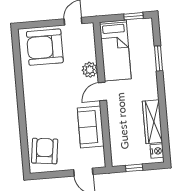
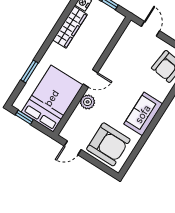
bed: (115, 50) -> (52, 98), width x1.50
sofa: (91, 127) -> (143, 114), moved, turned 180

